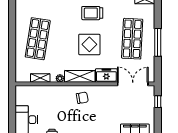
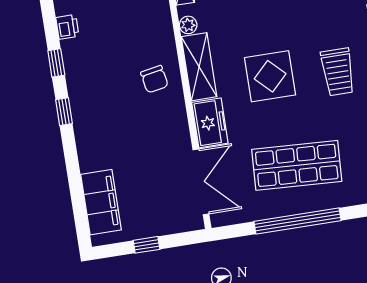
trolley: (92, 13) -> (338, 72), turned 180
window: (158, 42) -> (297, 221), width x1.46
window: (158, 102) -> (146, 245), moved

